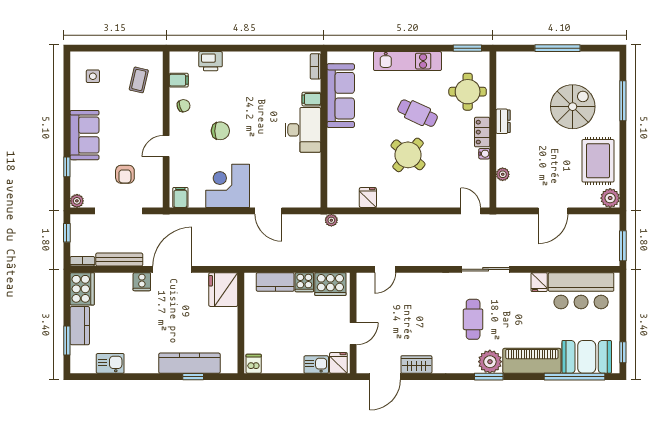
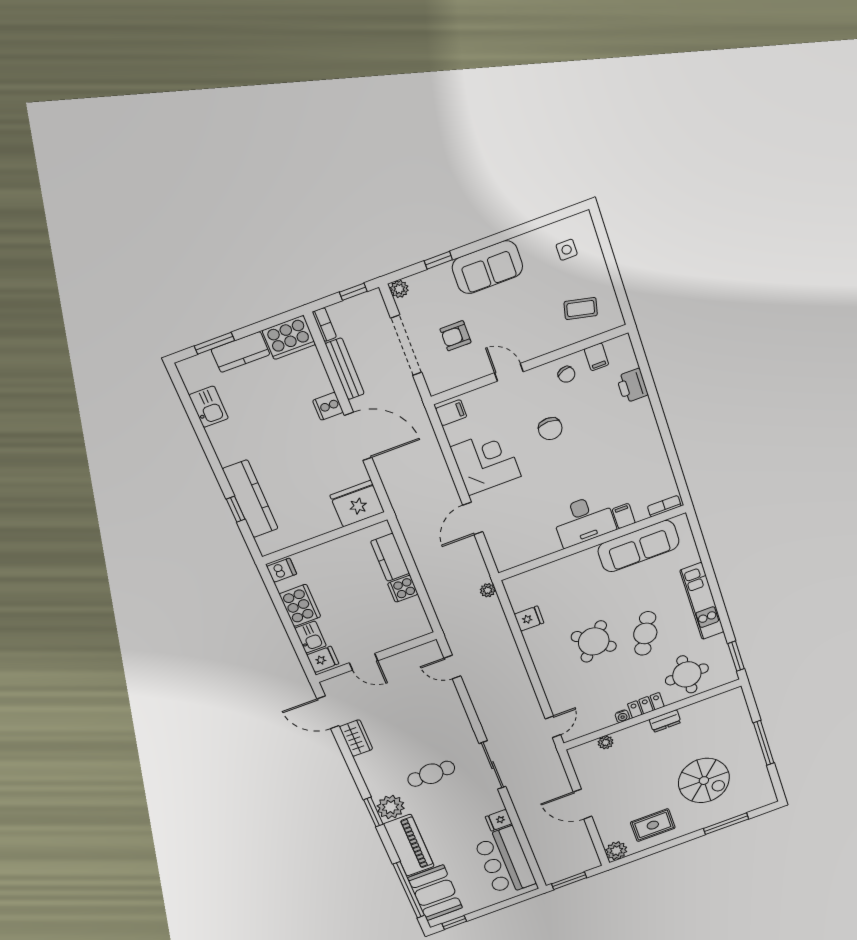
rug: (598, 161) -> (653, 825), width x0.73, depth x0.70
cooker: (330, 284) -> (300, 605), moved, turned 180

